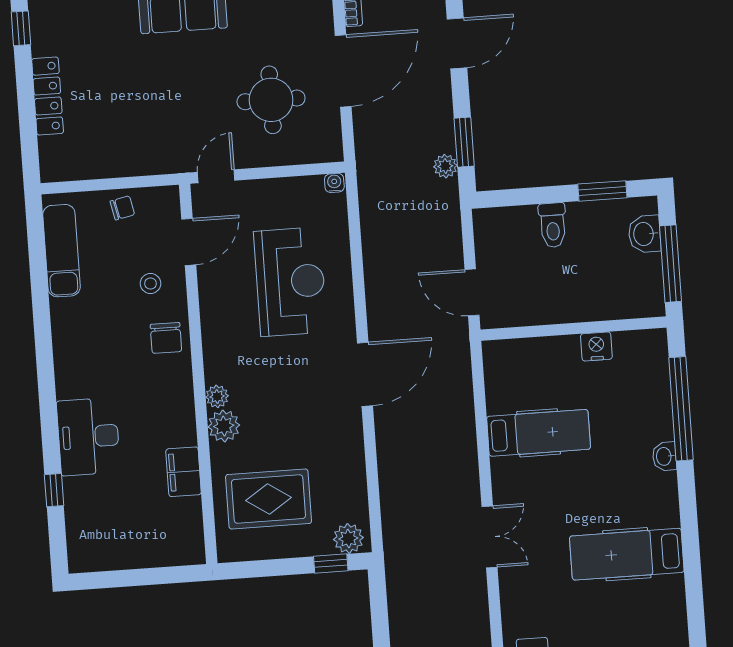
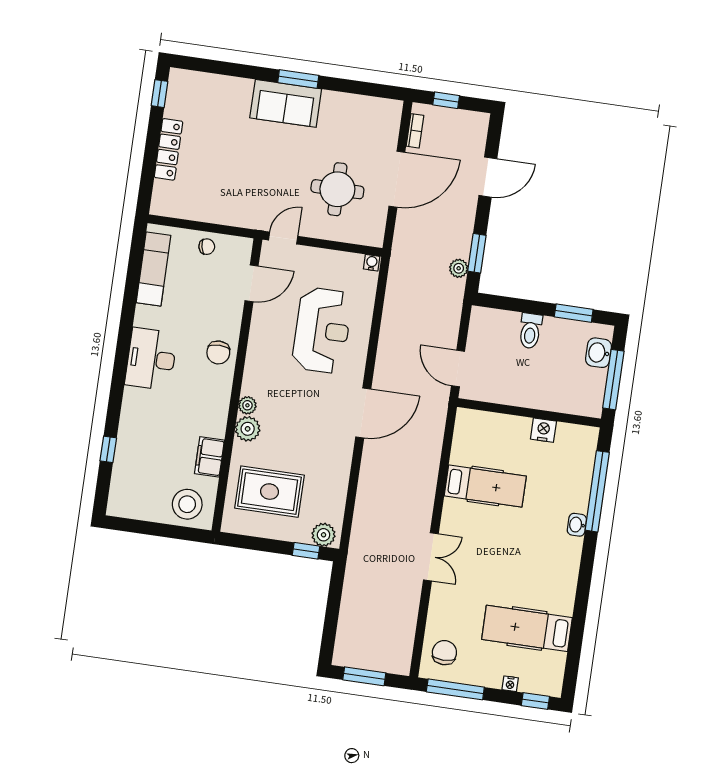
stool: (150, 283) -> (187, 504), moved, width x1.89, depth x1.89
desk: (88, 437) -> (151, 359), moved
hospital bed: (627, 554) -> (527, 628), moved

